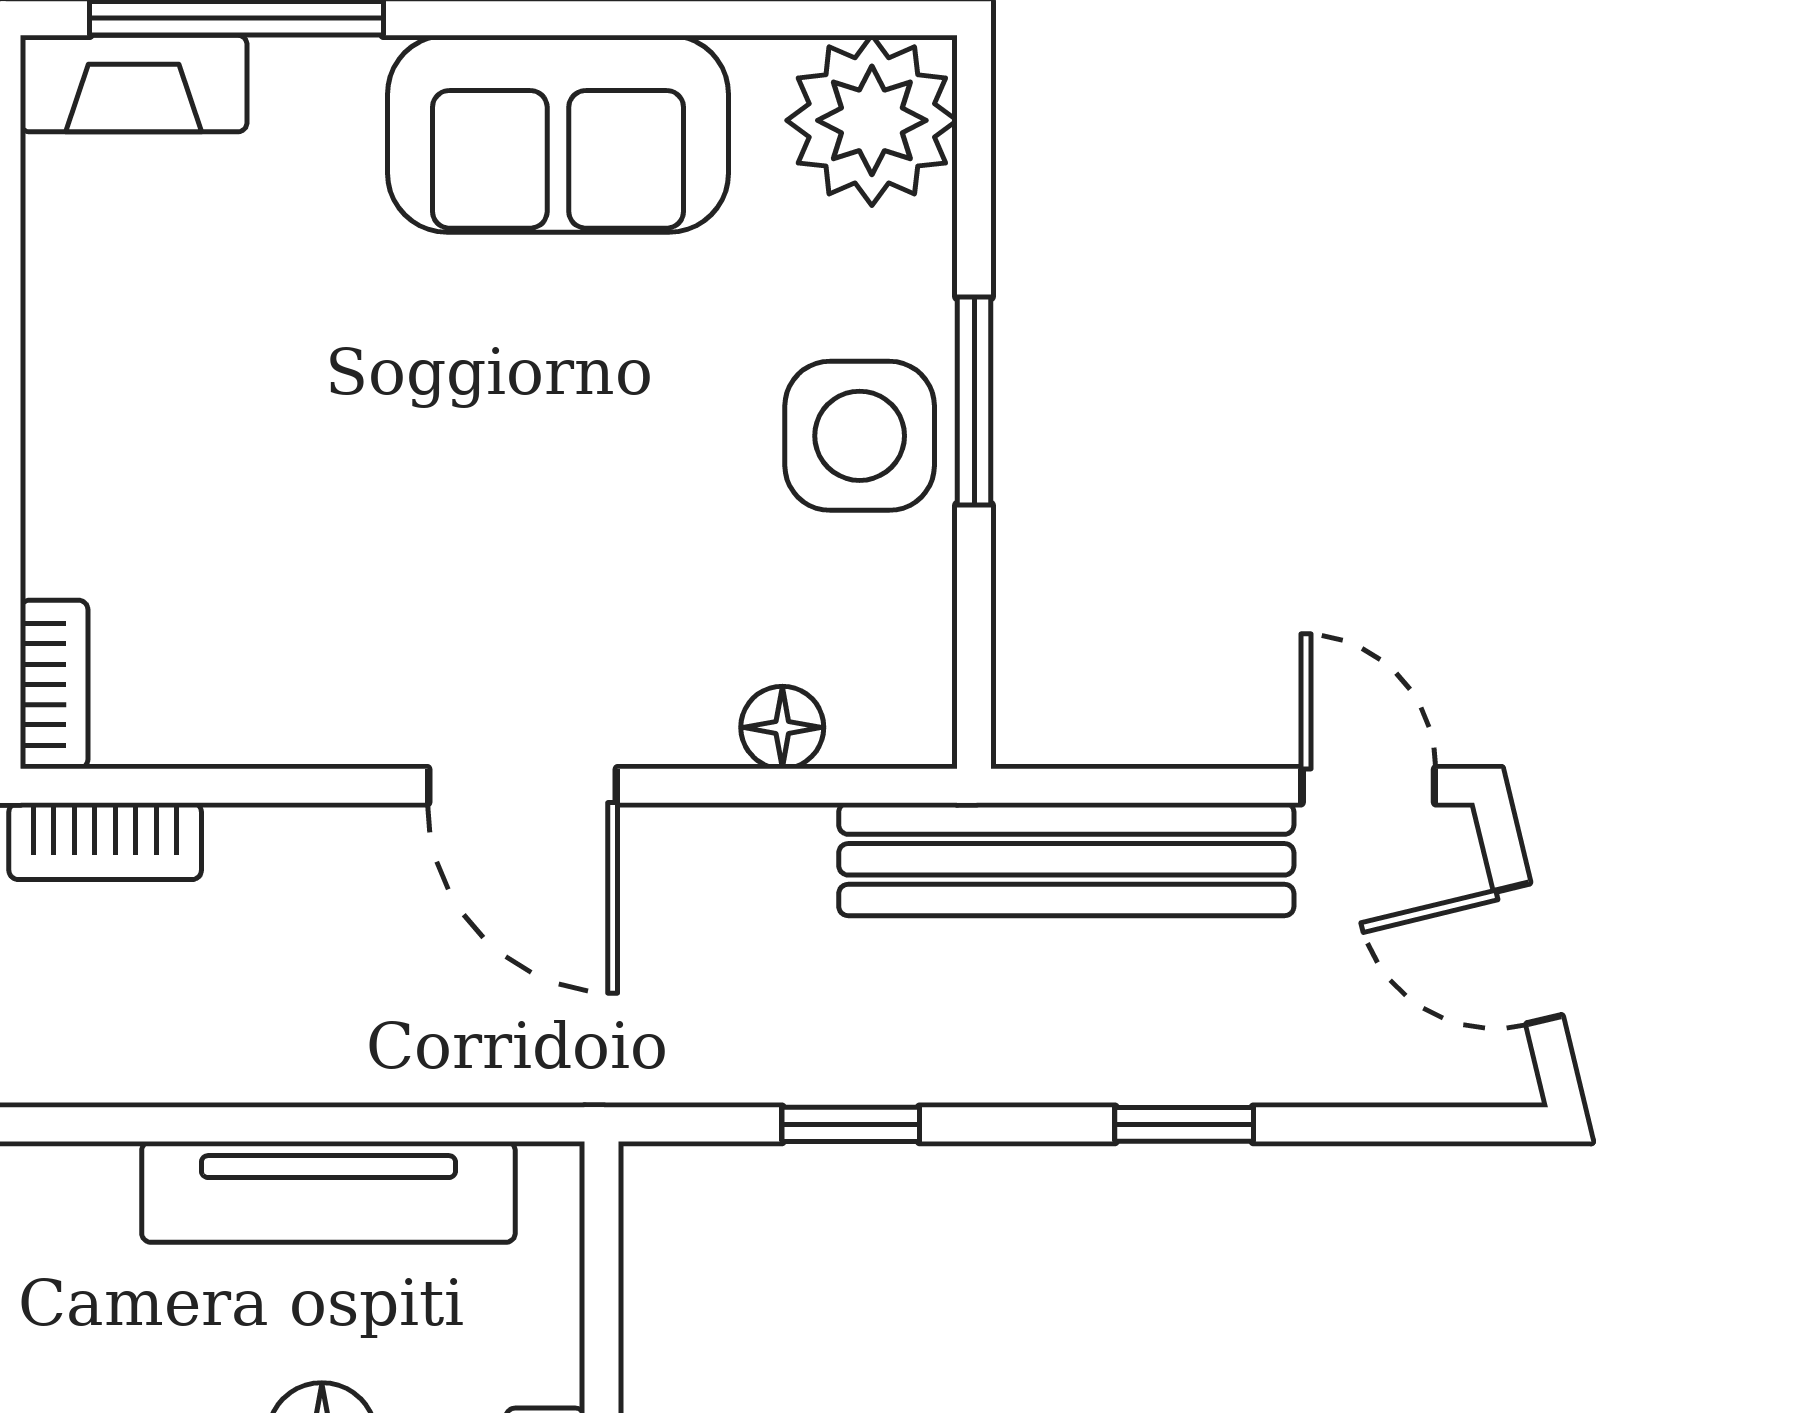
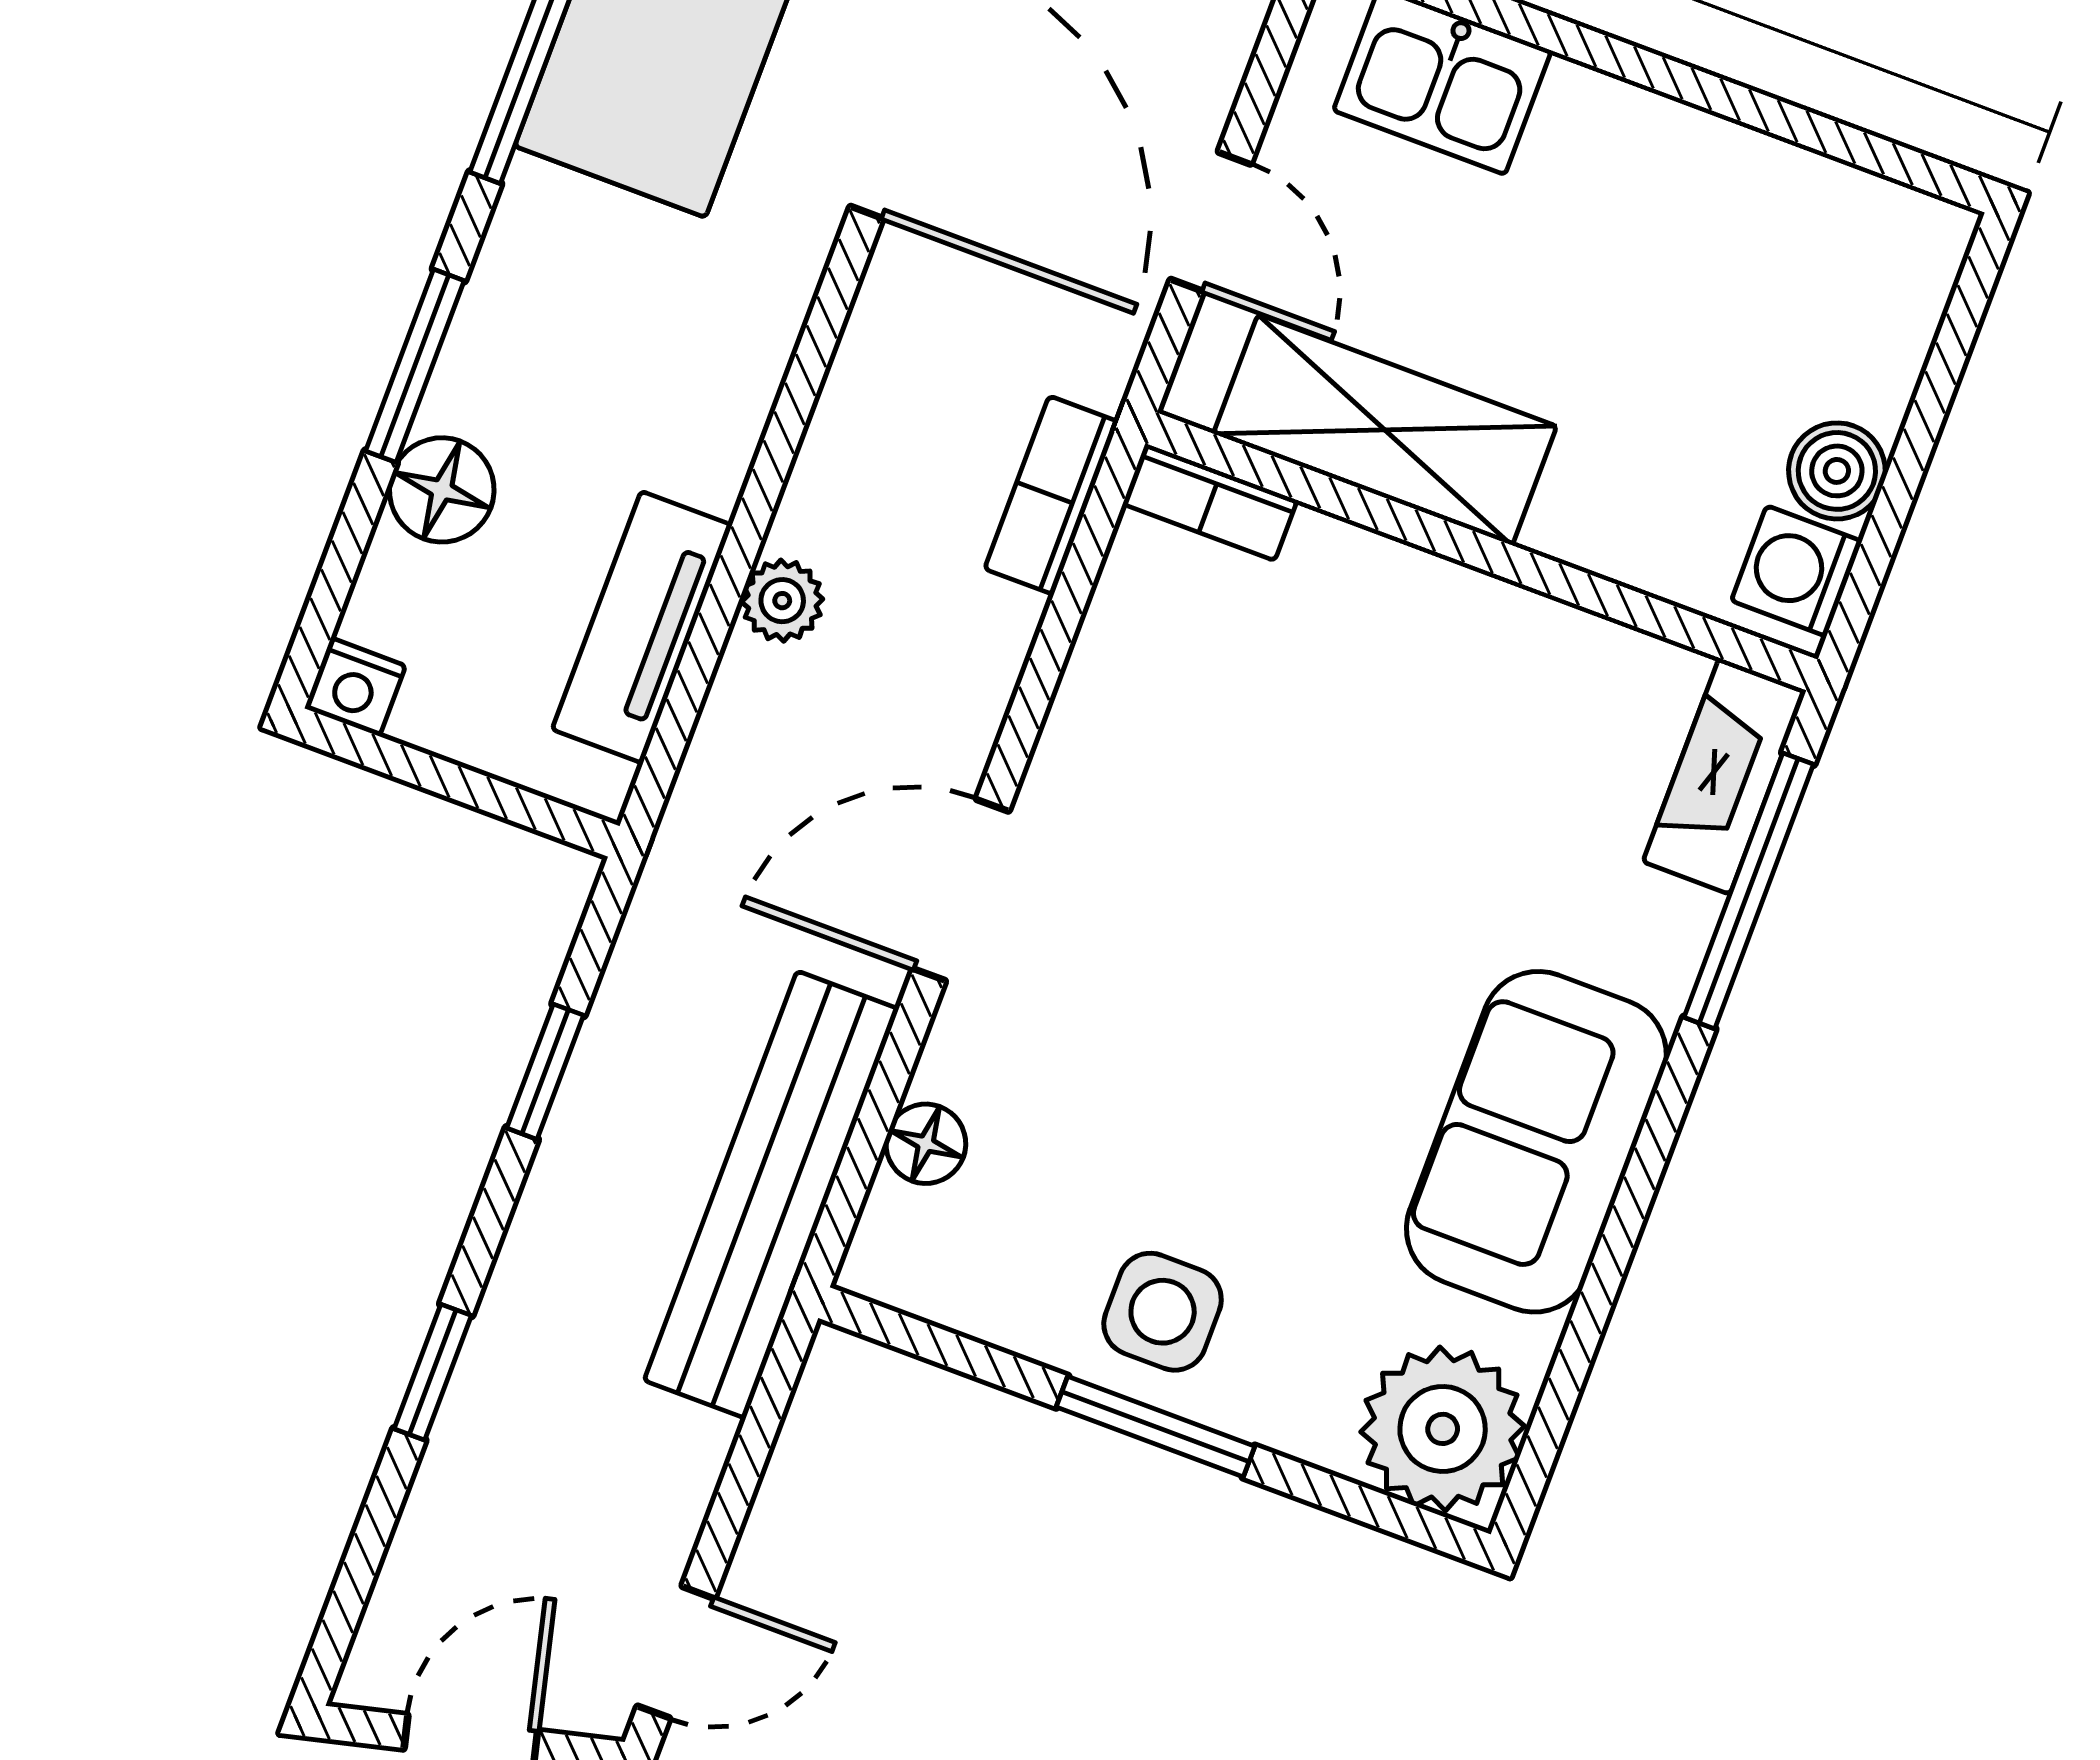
side table: (860, 436) -> (1163, 1312), width x0.73, depth x0.73
bench: (1066, 859) -> (771, 1195), moved
plant: (306, 1065) -> (782, 601), added
tv unit: (328, 1192) -> (642, 627), width x0.71

